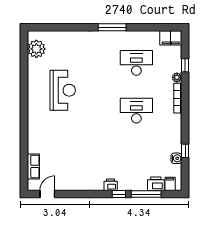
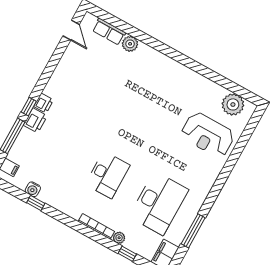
window: (112, 27) -> (193, 231), moved
desk: (136, 63) -> (159, 203), width x1.36, depth x1.30
reception desk: (63, 90) -> (208, 135), moved
plant: (34, 146) -> (130, 44), added
printer: (156, 184) -> (35, 120), moved

